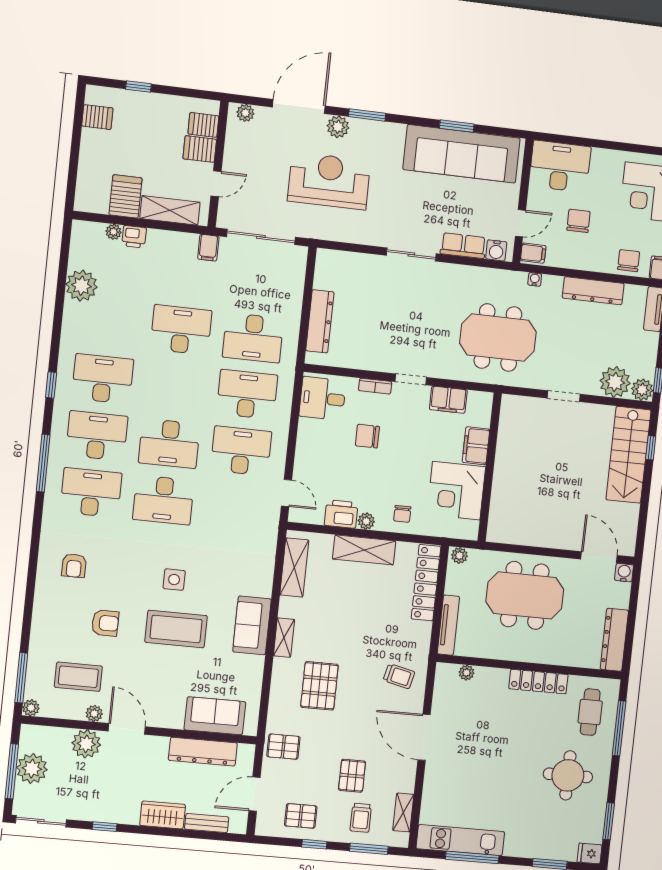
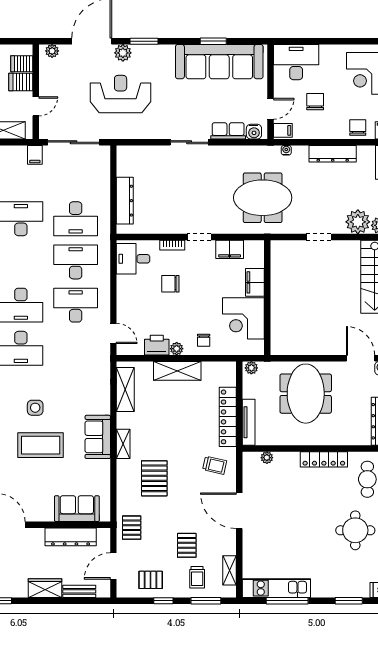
locker: (426, 583) -> (228, 417), moved
meeting table: (525, 595) -> (306, 394), turned 90
pallet: (283, 747) -> (132, 528), turned 90

